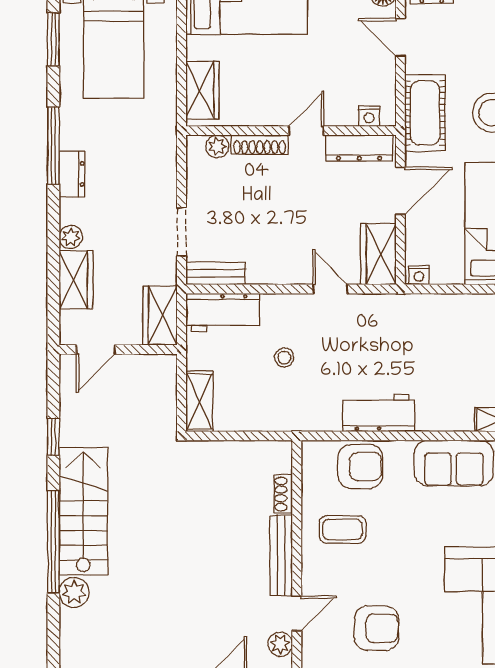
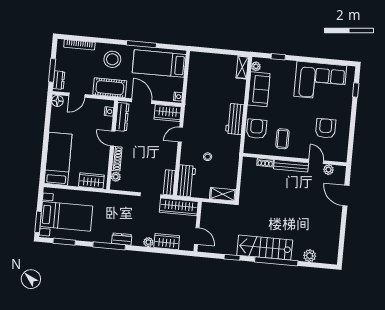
wardrobe: (160, 316) -> (179, 207), width x1.50
plant: (74, 592) -> (310, 256), moved

